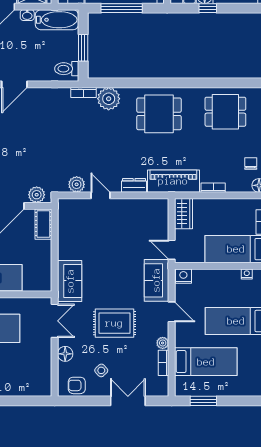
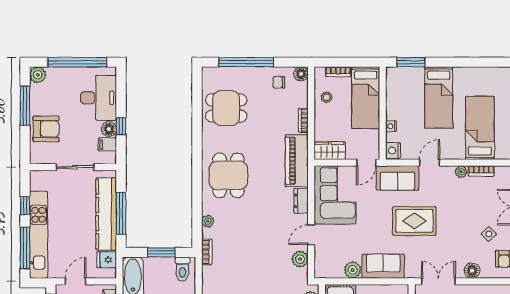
plant: (109, 99) -> (208, 221), width x0.53, depth x0.53
dining table: (225, 112) -> (226, 108), turned 90
stool: (236, 211) -> (327, 97), added
corner sofa: (140, 219) -> (335, 195), added
plant: (66, 236) -> (353, 270), added
nightstand: (247, 274) -> (391, 126), moved
sofa: (70, 281) -> (383, 266), moved
rug: (114, 323) -> (414, 221), moved, turned 90

